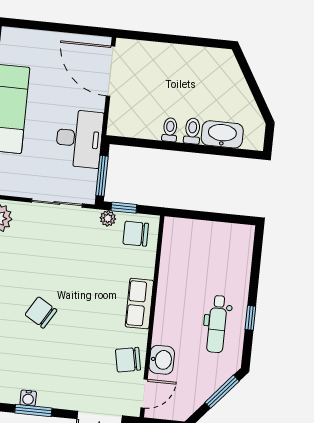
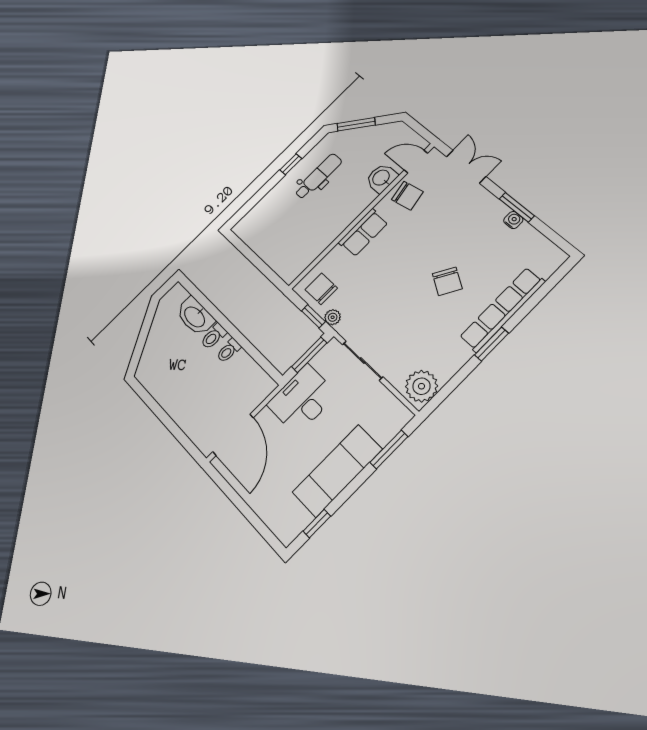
chair: (136, 234) -> (321, 289), turned 180

